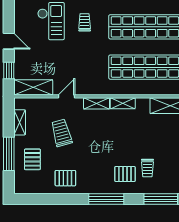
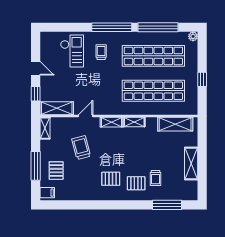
shelving: (20, 122) -> (45, 128), moved
pallet: (65, 178) -> (111, 179), moved
filing cabinet: (22, 185) -> (47, 193), added
window: (106, 199) -> (120, 205), removed

